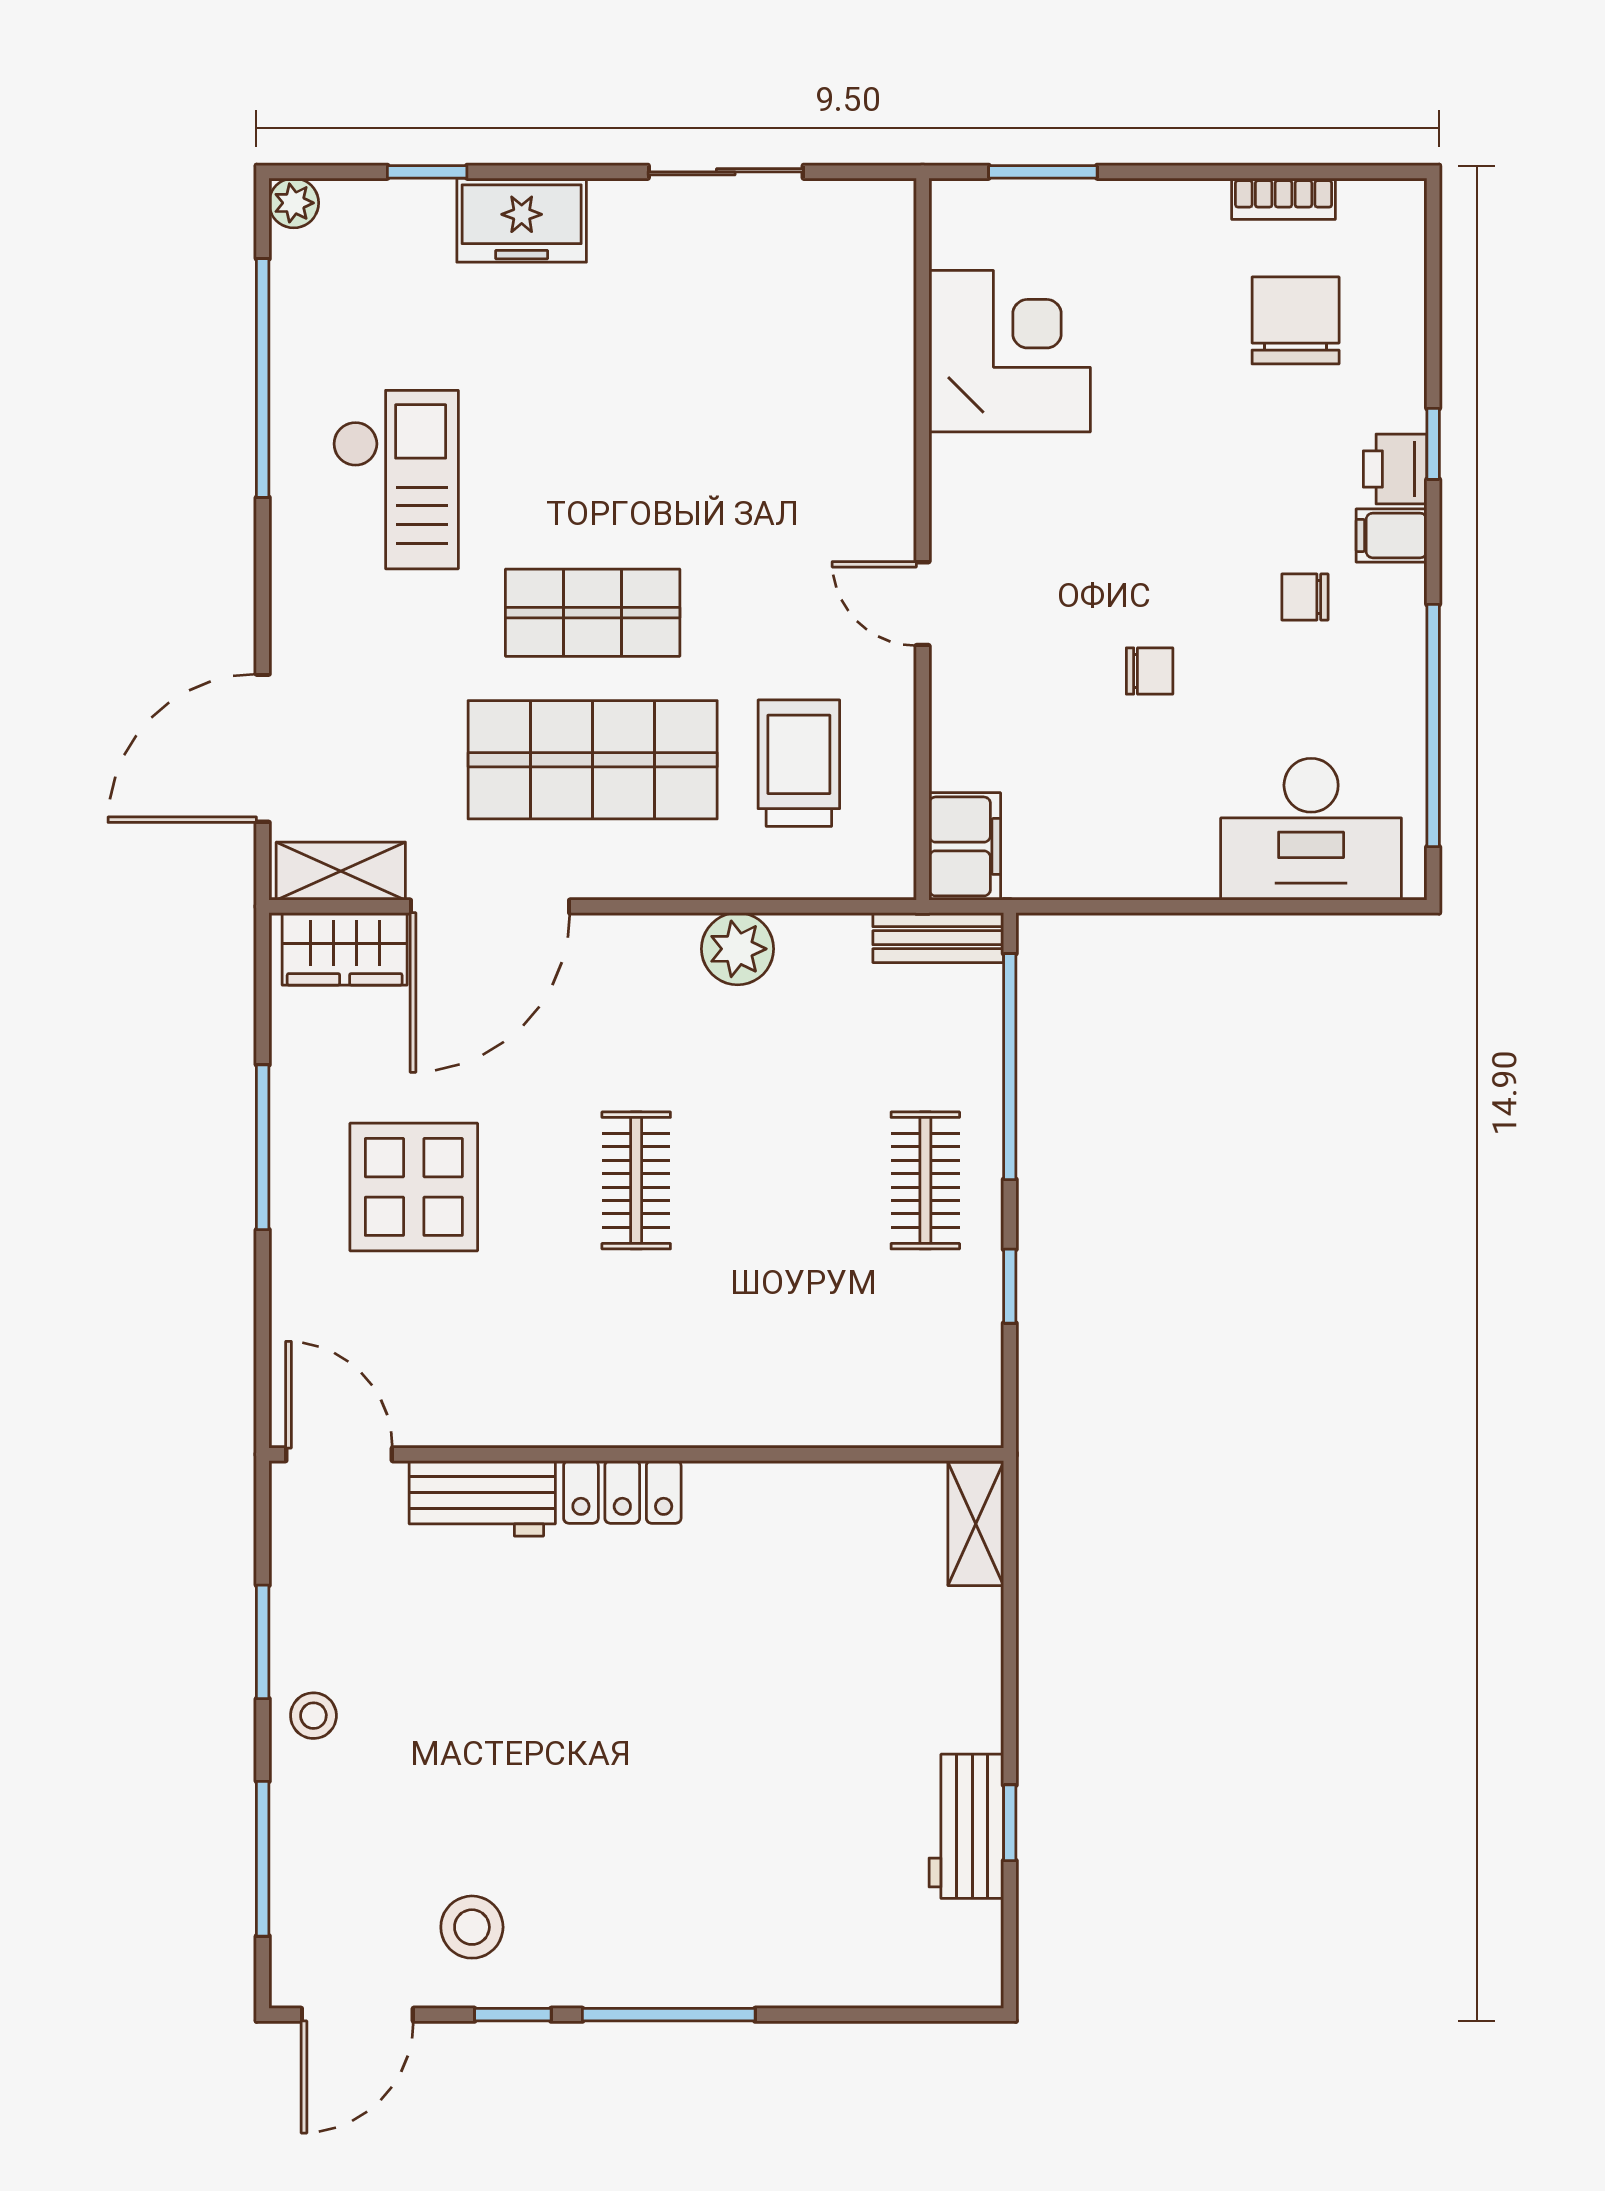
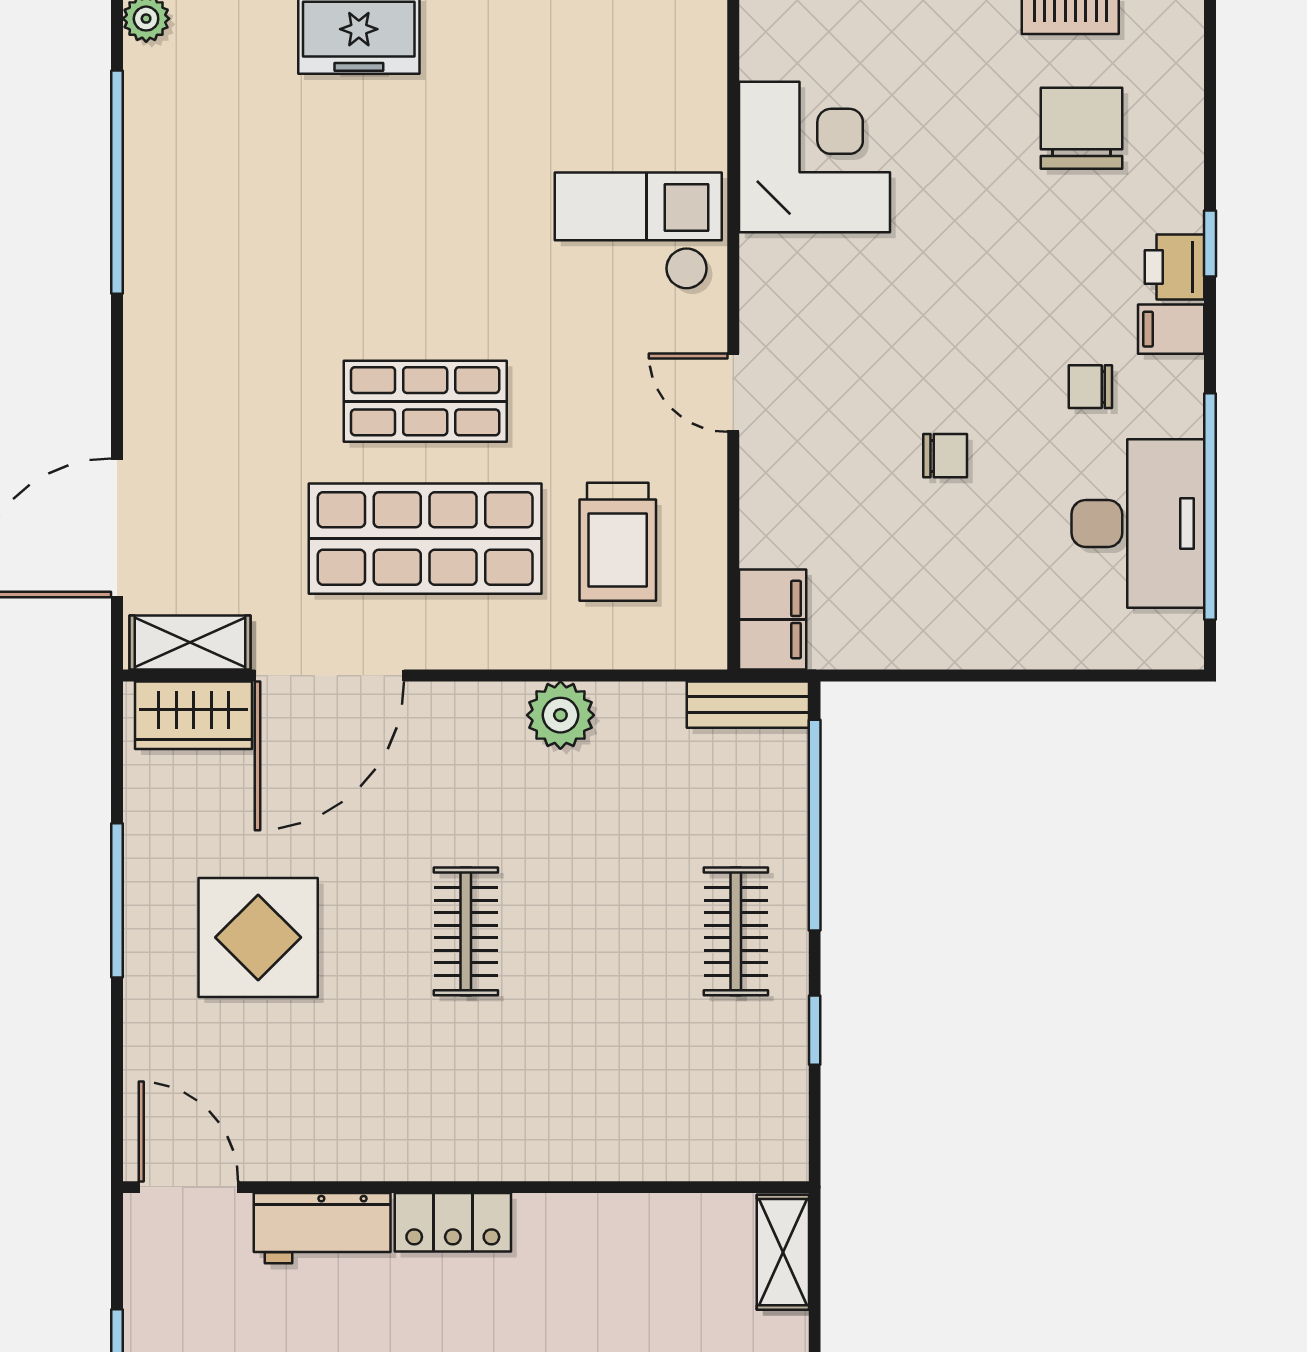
checkout: (396, 480) -> (638, 231), moved, turned -90
trolley: (799, 763) -> (618, 542), turned 180
desk: (1311, 829) -> (1138, 524), moved, turned -90

